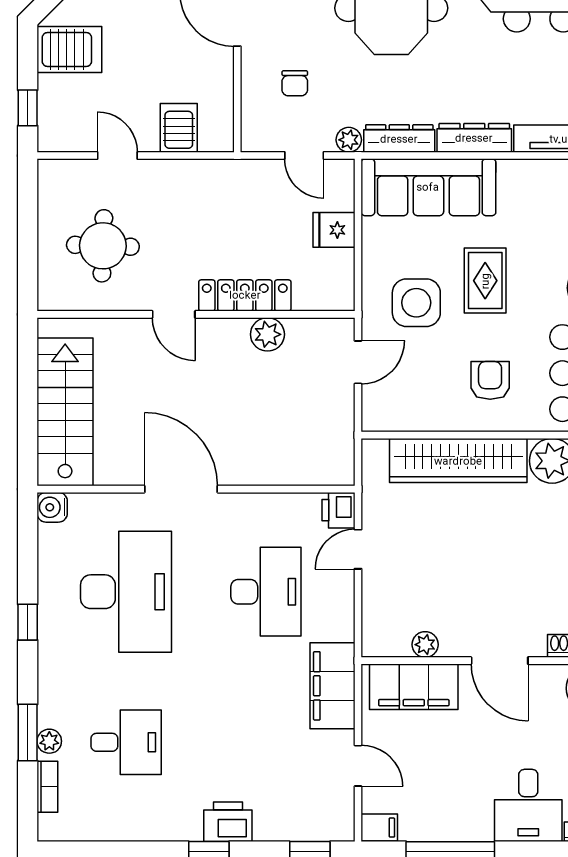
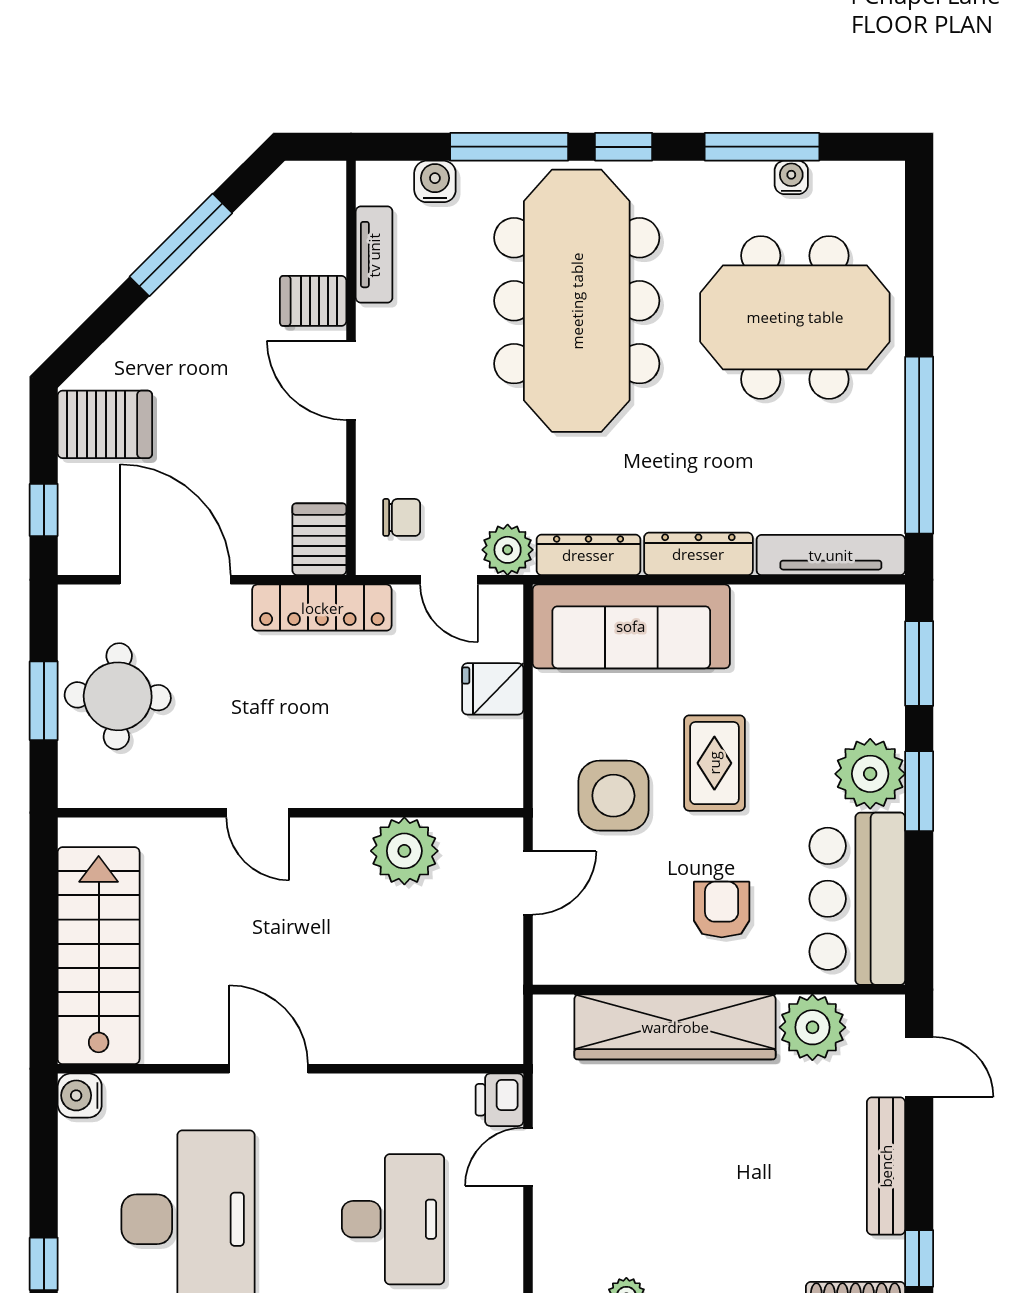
chair: (295, 83) -> (402, 517), moved, turned -90
server rack: (179, 128) -> (319, 539), moved
plant: (349, 140) -> (508, 550), width x1.38, depth x1.38
door: (117, 156) -> (175, 580), width x1.87
window: (28, 238) -> (44, 701), added
round table: (103, 246) -> (118, 696), moved
locker: (245, 295) -> (322, 608), moved, turned 180
plant: (267, 334) -> (404, 851), width x1.36, depth x1.36
door: (181, 489) -> (268, 1069), width x0.73

